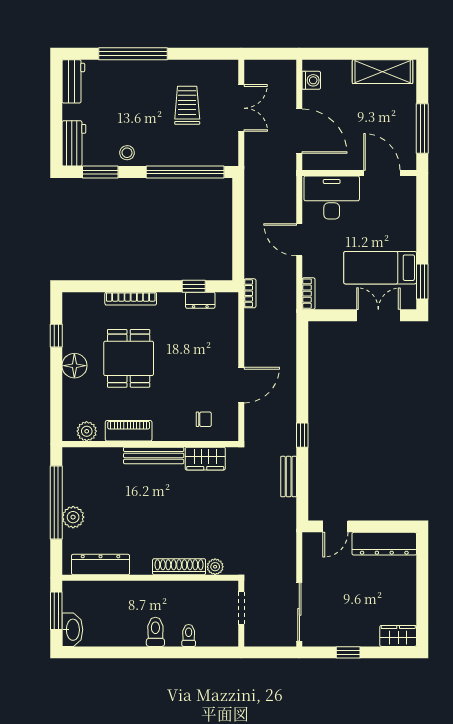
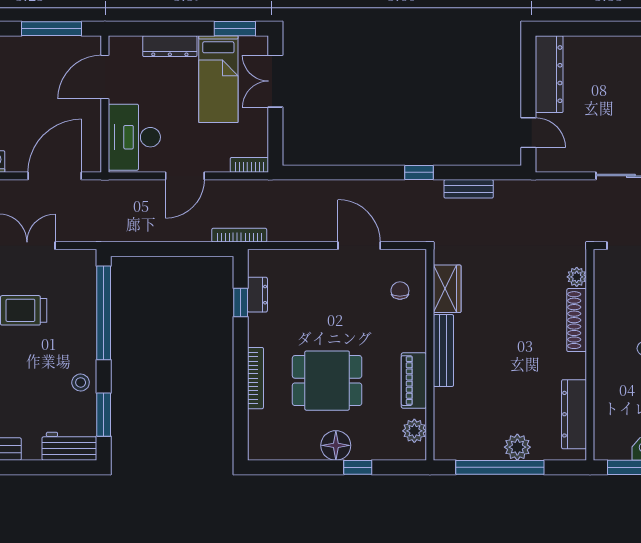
dresser: (408, 227) -> (170, 46), added
bookcase: (250, 293) -> (239, 235), width x1.56
window: (56, 336) -> (358, 467), moved

